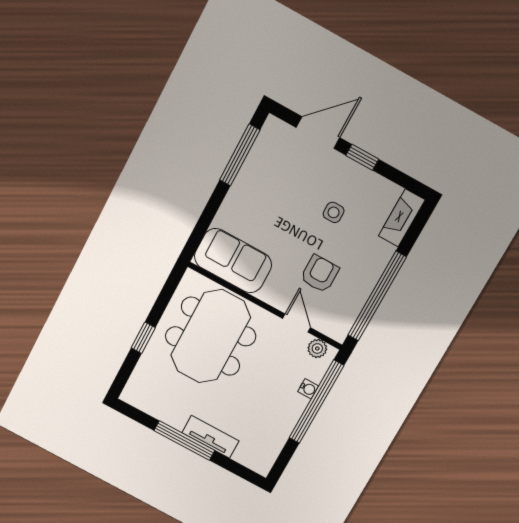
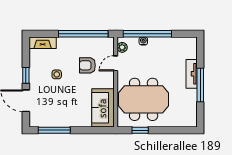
window: (143, 338) -> (140, 130), moved

